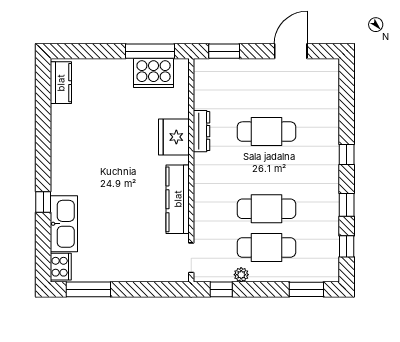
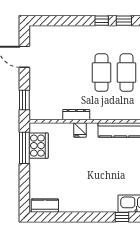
cafe table: (266, 132) -> (102, 73), moved
fridge: (174, 137) -> (80, 130), width x0.53, depth x0.75
window: (347, 154) -> (102, 21), moved

